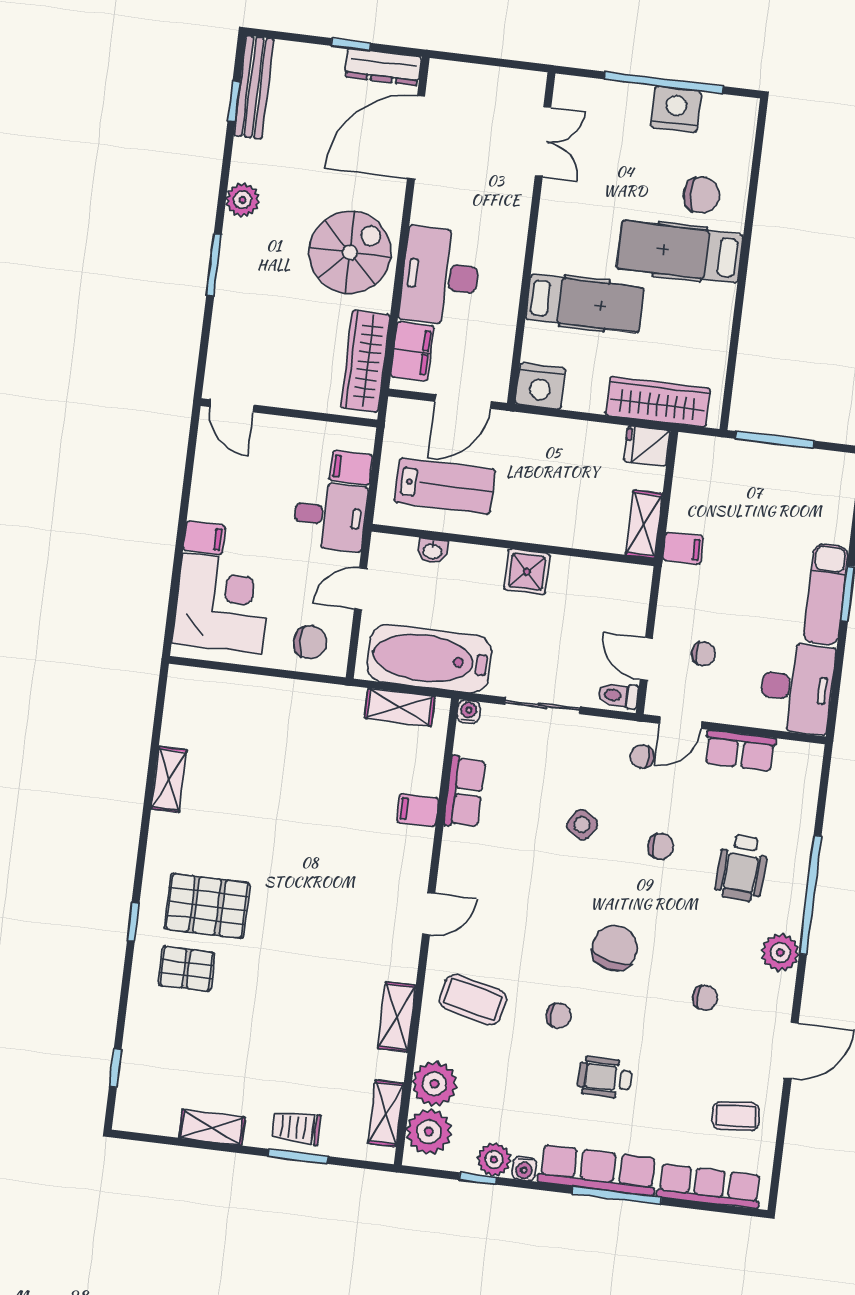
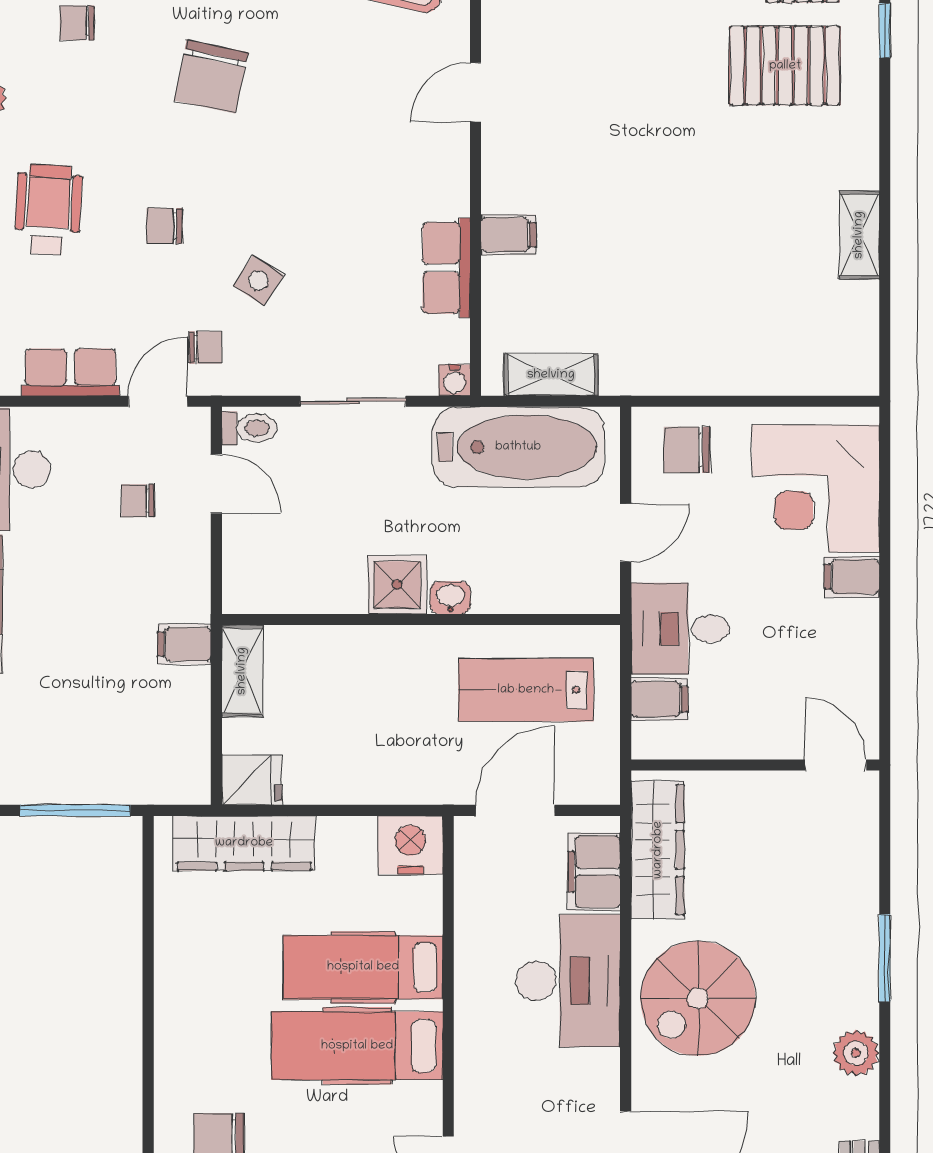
hospital bed: (680, 252) -> (357, 1046), moved, turned 180
washbasin: (432, 551) -> (450, 598), moved
side table: (582, 825) -> (258, 280), moved

